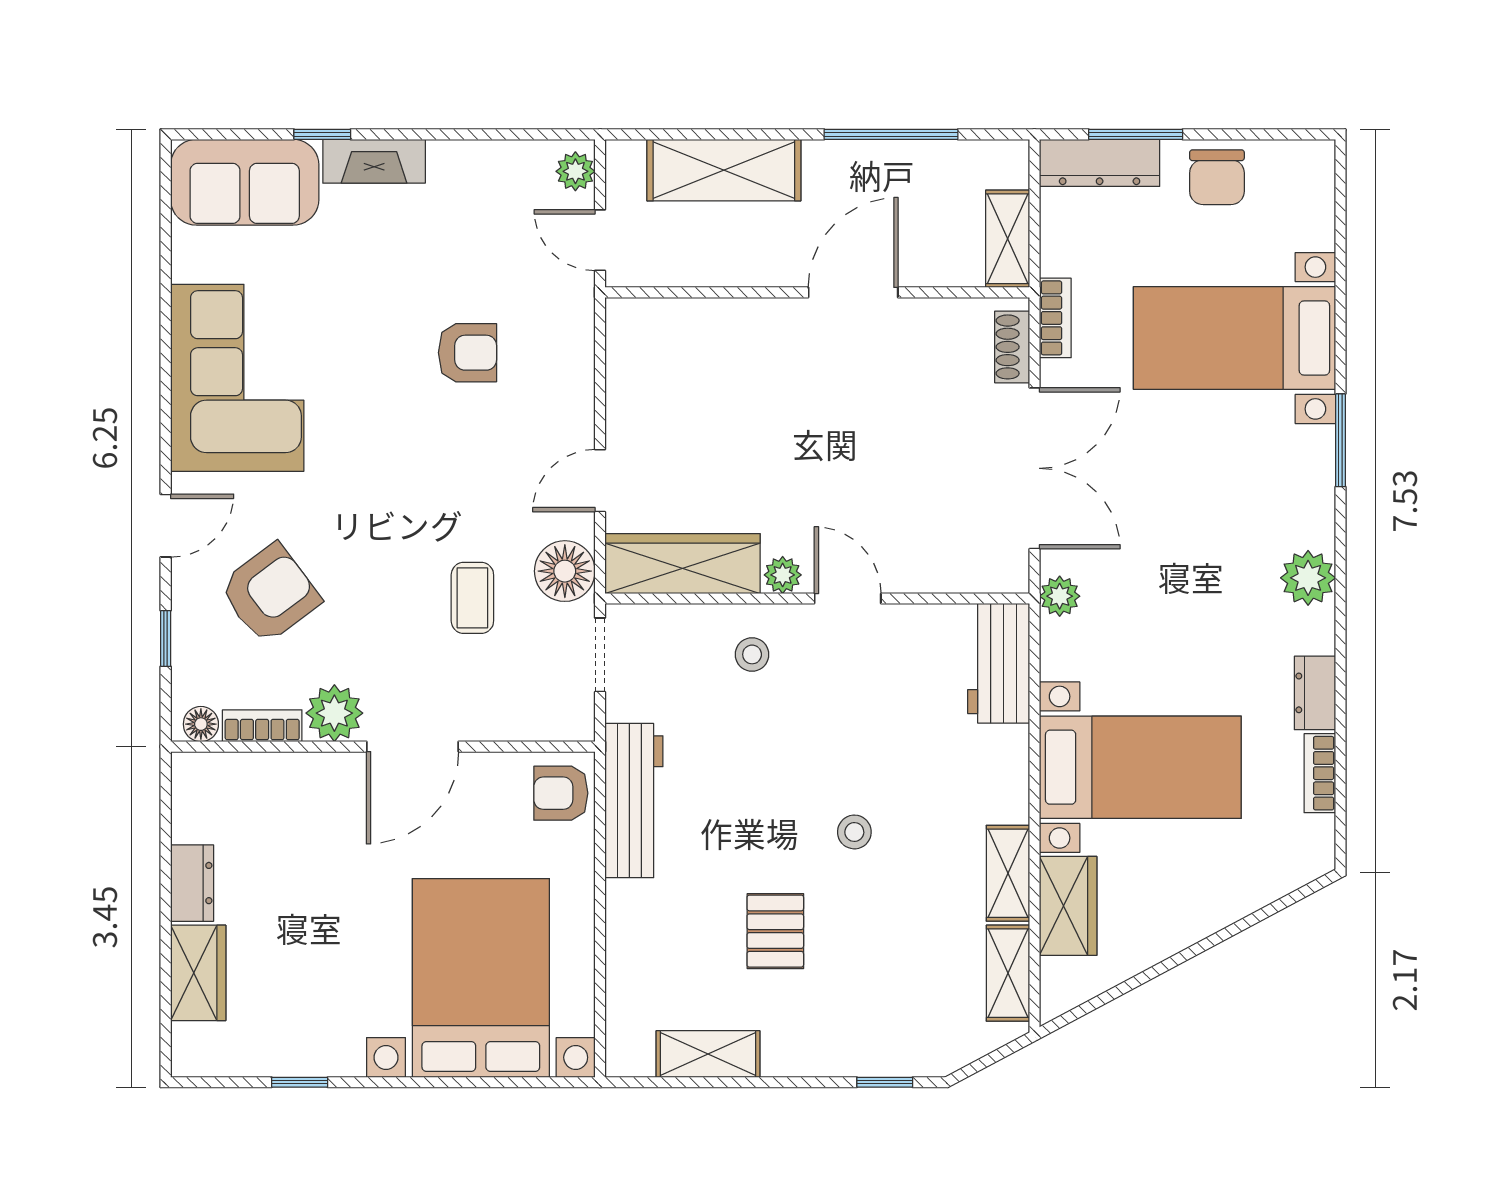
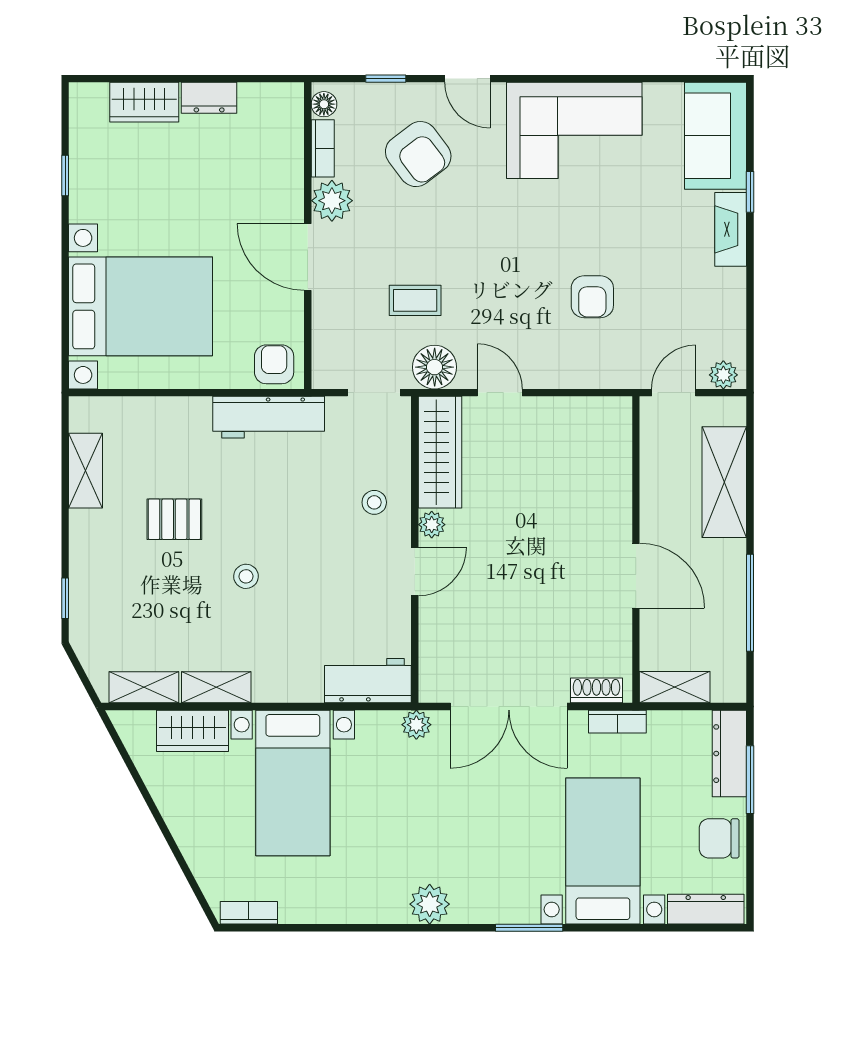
dresser: (1315, 693) -> (706, 909), moved, width x1.44
bookcase: (1320, 773) -> (249, 913), moved

